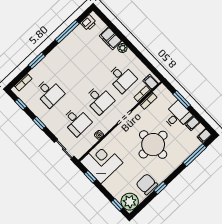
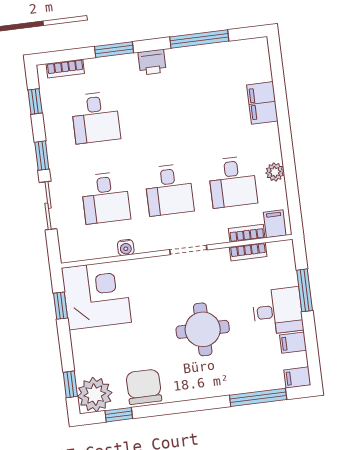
printer: (88, 23) -> (152, 62), moved
plant: (122, 48) -> (275, 172), moved
round table: (153, 145) -> (203, 329), width x0.73, depth x0.73
sliding door: (64, 149) -> (48, 206), moved
window: (160, 188) -> (119, 415), moved

